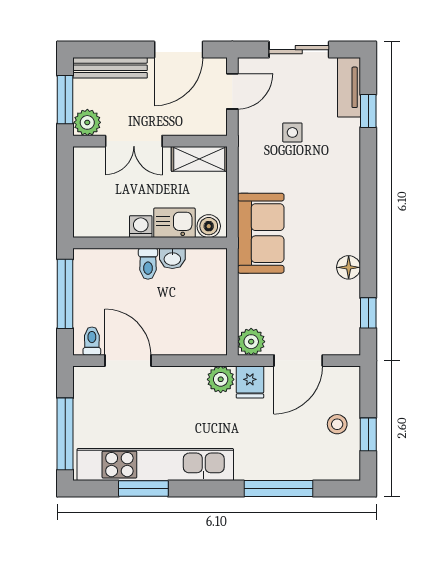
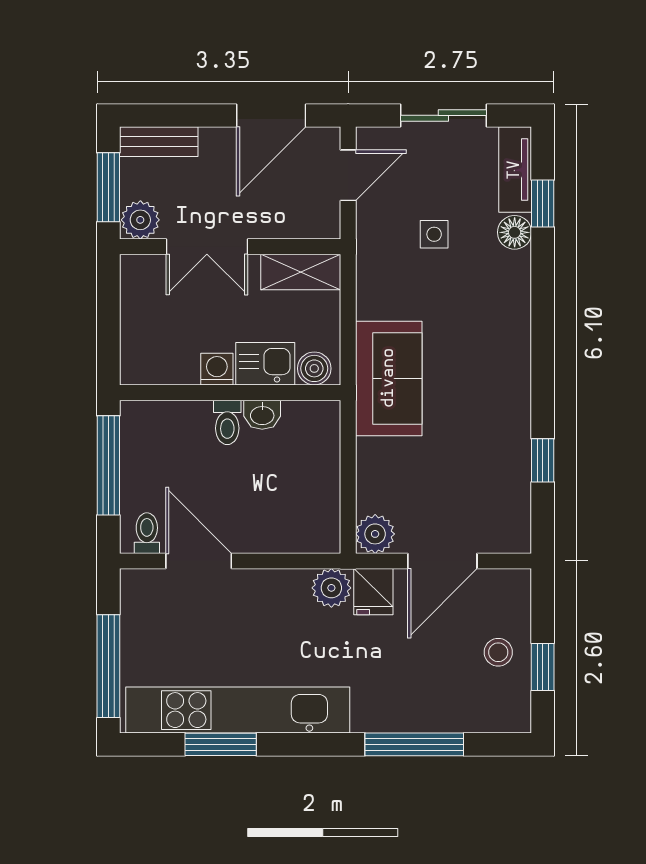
bench: (110, 68) -> (159, 142), width x0.73
floor lamp: (349, 267) -> (515, 232), moved
window: (368, 313) -> (543, 460), moved

